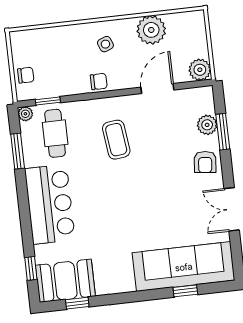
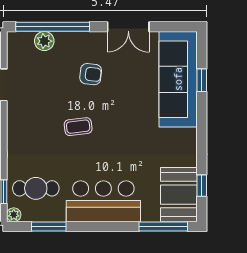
window: (223, 132) -> (53, 27), width x2.11
coffee table: (116, 140) -> (78, 127), moved, width x0.73, depth x0.77
armchair: (205, 162) -> (91, 74), moved
window: (31, 268) -> (163, 226), width x2.17

